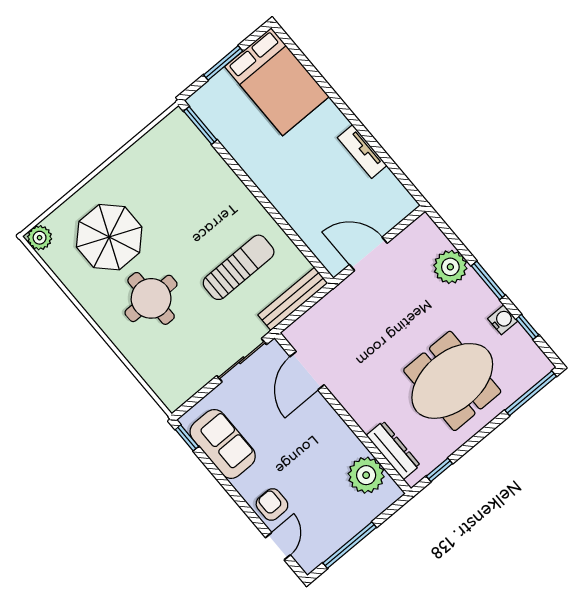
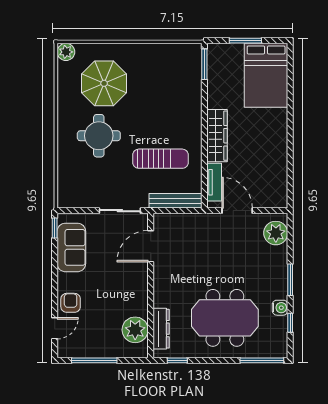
tv unit: (362, 152) -> (214, 182), moved, turned 180
wardrobe: (279, 191) -> (217, 136), added
plant: (450, 267) -> (276, 233), moved

